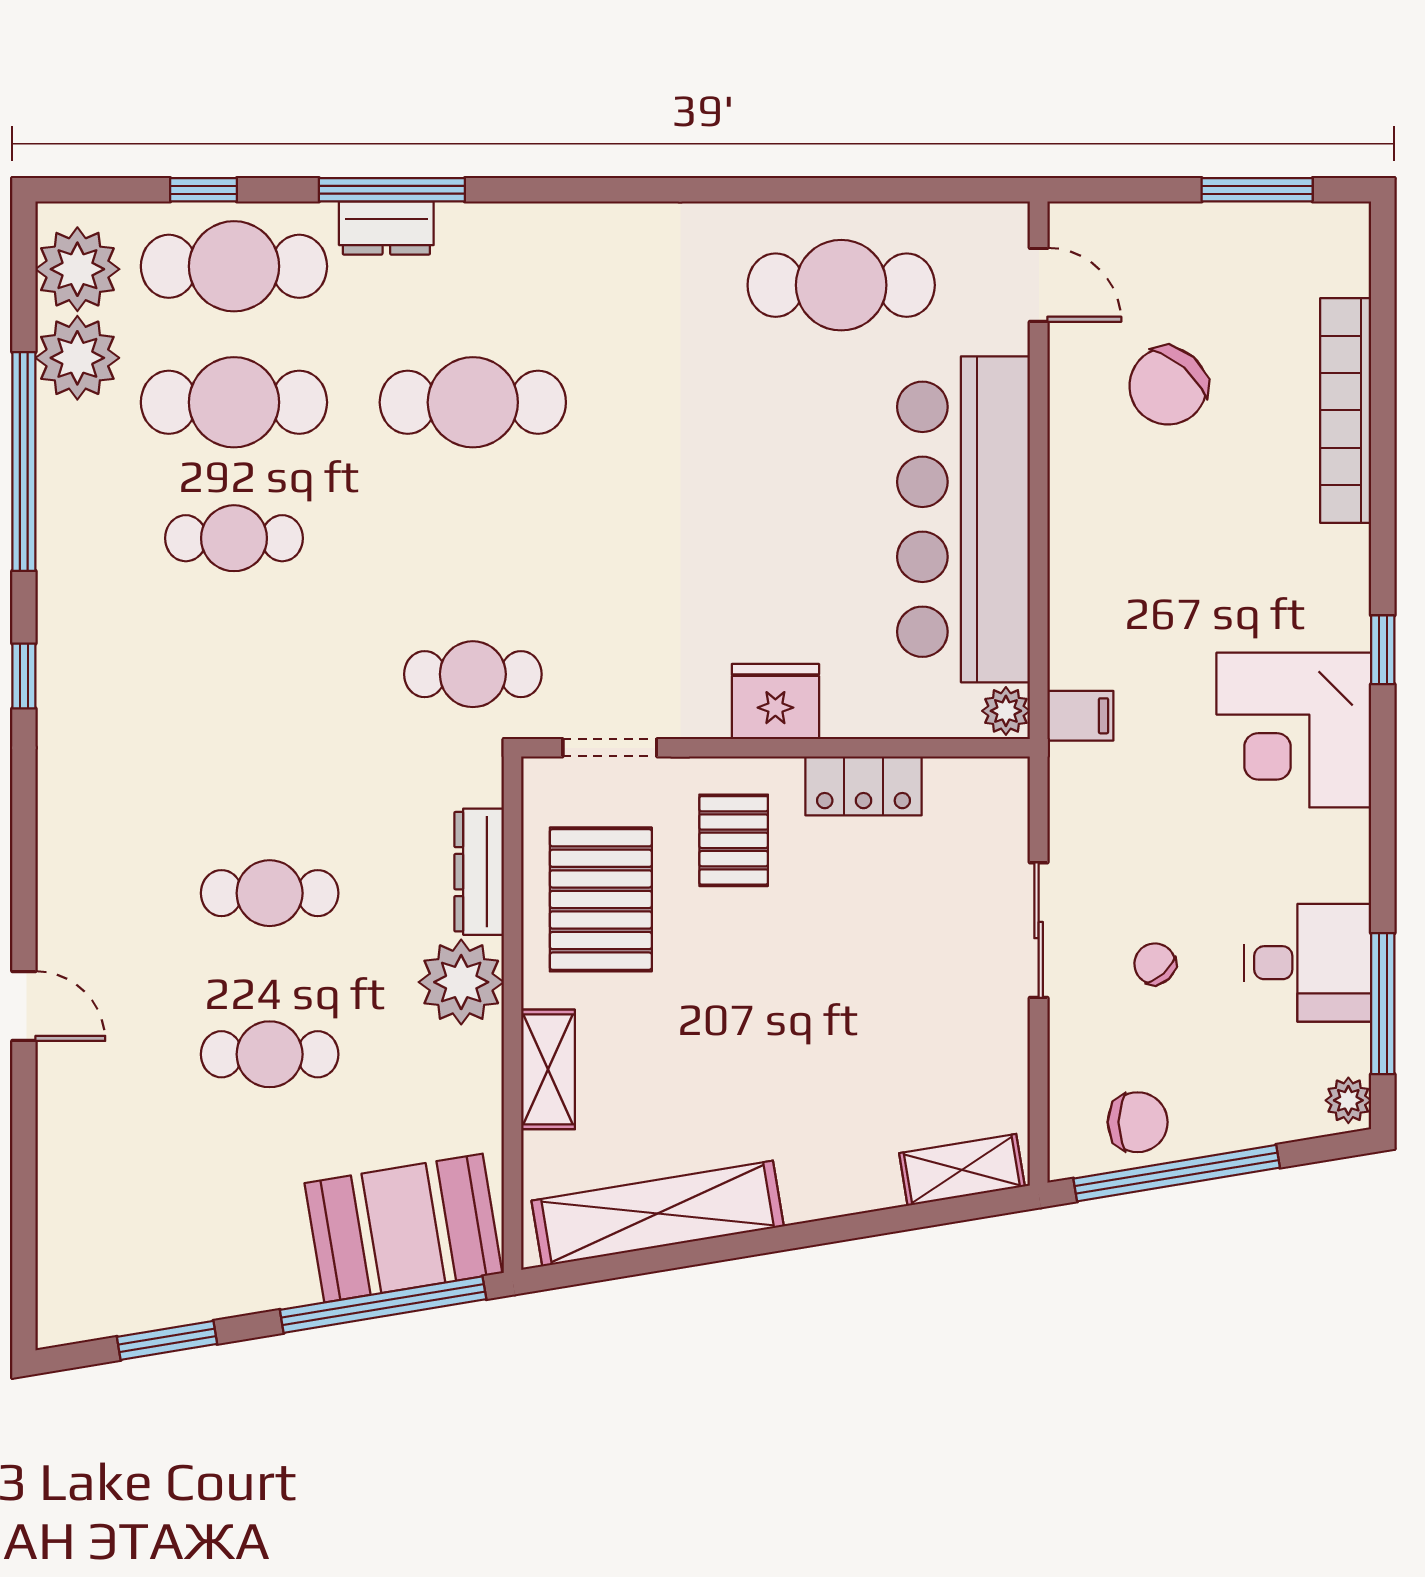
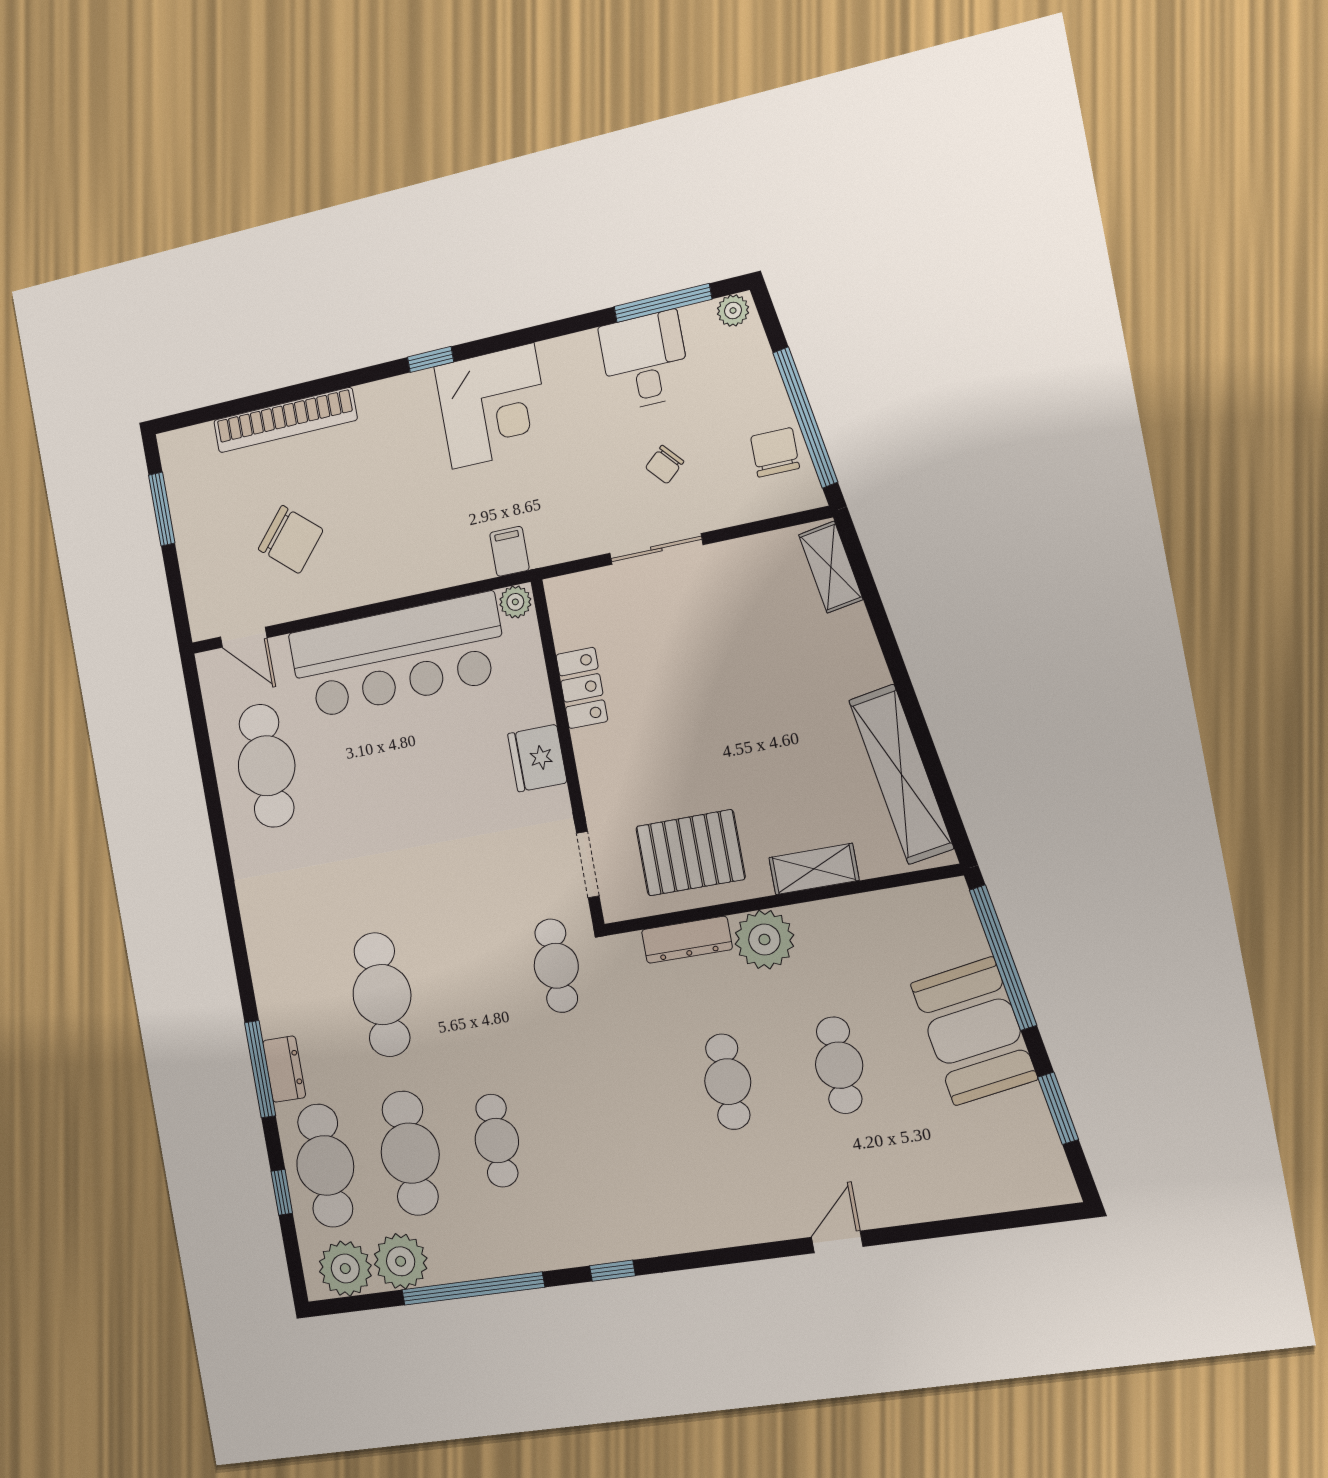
door: (1039, 285) -> (244, 637), swing flipped
pallet: (734, 840) -> (634, 769), removed
booth: (403, 1228) -> (974, 1031), moved

